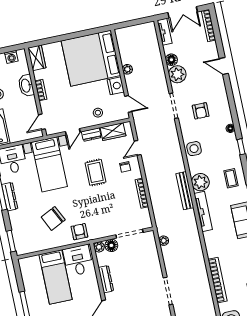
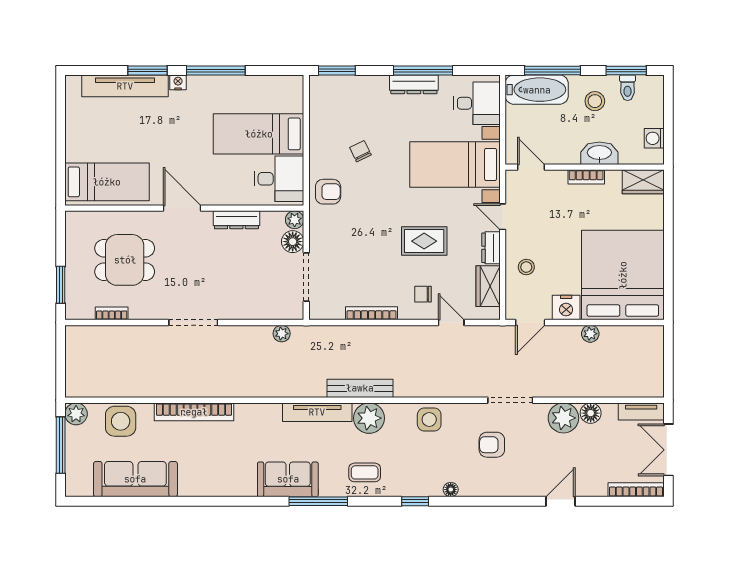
chair: (53, 218) -> (360, 151), width x0.54, depth x0.54

